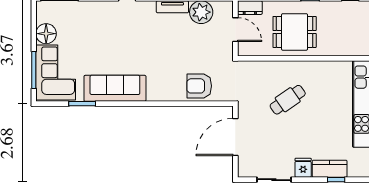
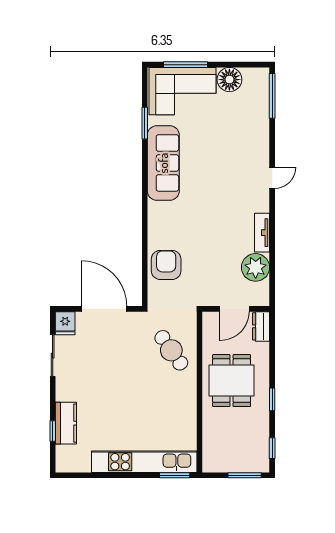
cafe table: (288, 100) -> (171, 350), moved
fridge: (303, 168) -> (65, 323), moved, turned 90

